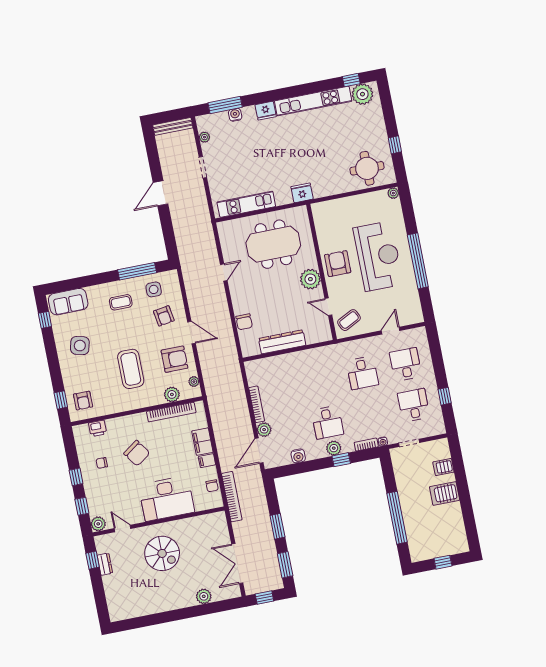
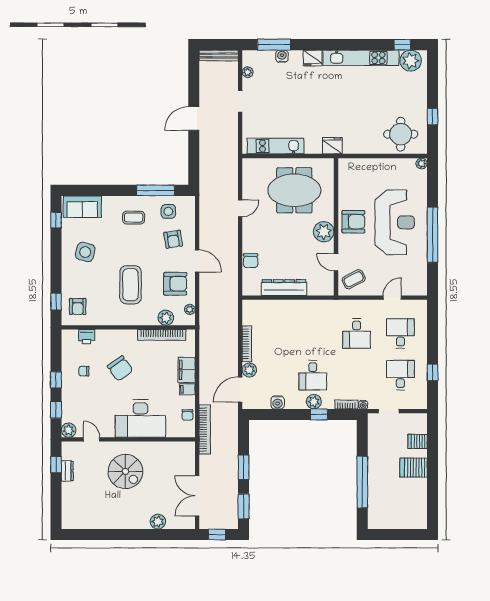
armchair: (338, 264) -> (353, 222), turned 90
window: (443, 562) -> (399, 534), removed

